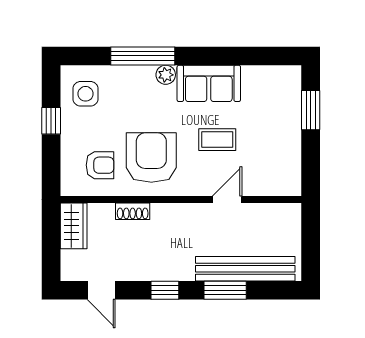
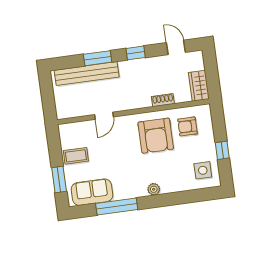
window: (143, 56) -> (117, 206), moved
sofa: (209, 83) -> (92, 192), moved
coffee table: (217, 140) -> (76, 156), moved

